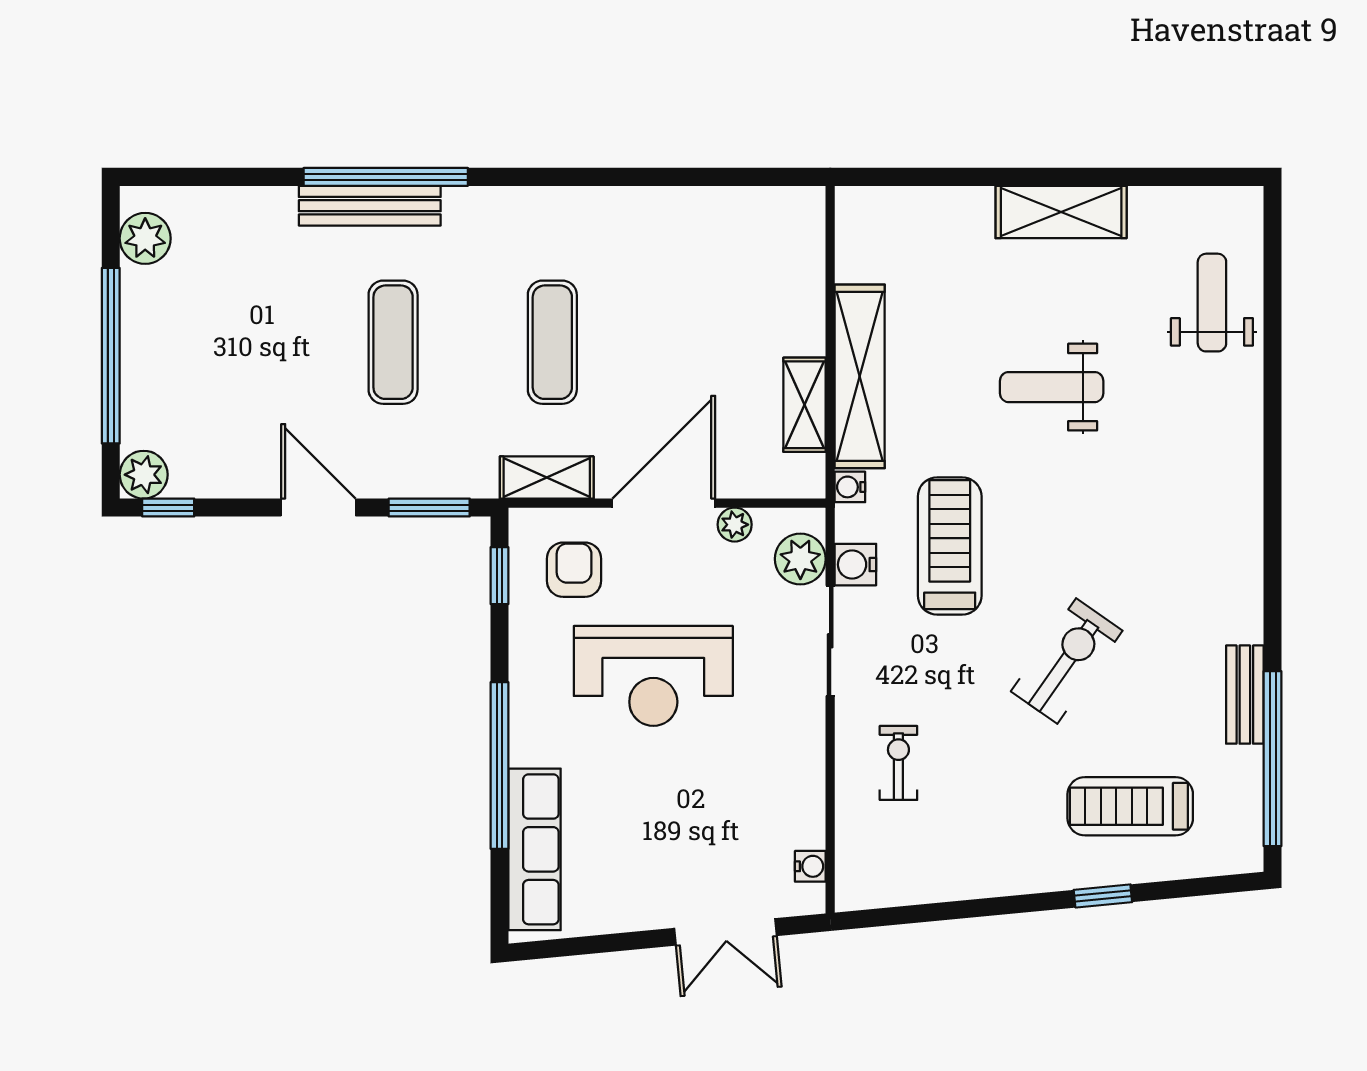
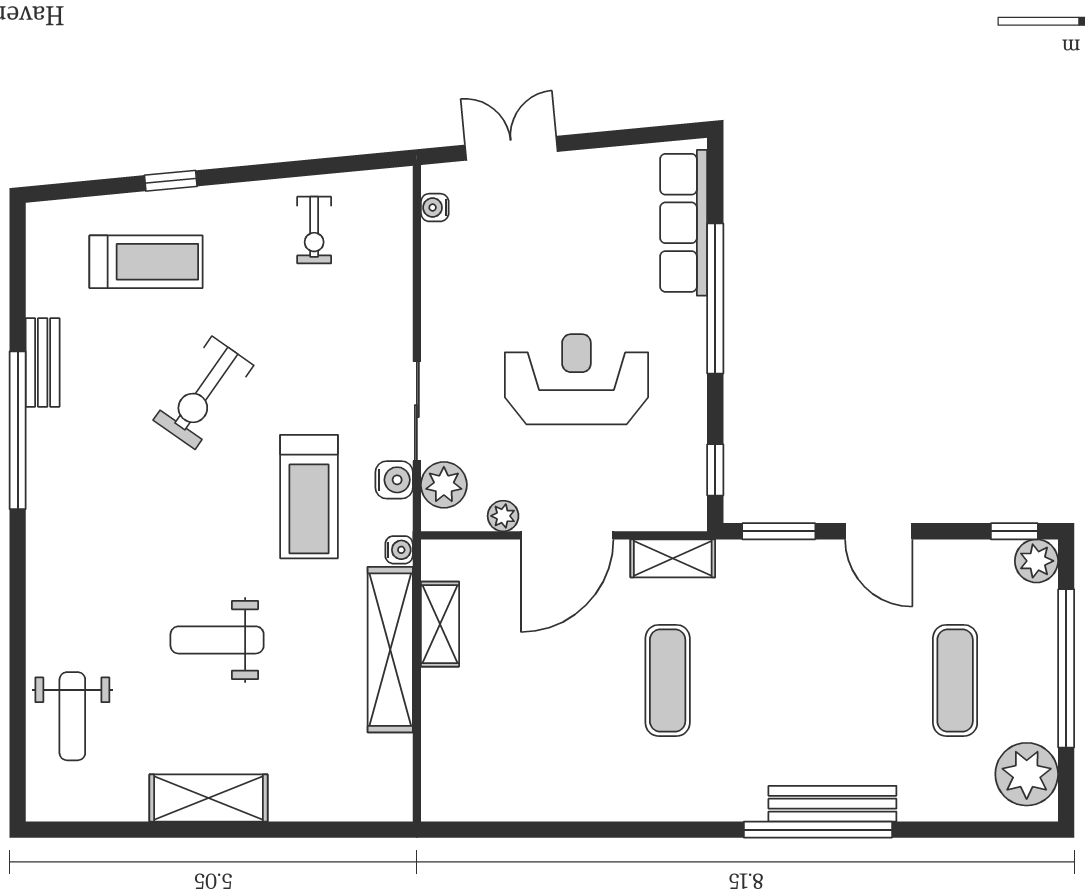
plant: (145, 238) -> (1027, 774), width x1.36, depth x1.36
exercise mat: (393, 342) -> (955, 680), moved
weight bench: (1052, 387) -> (217, 640), turned 180
armchair: (574, 570) -> (648, 475), removed
window: (1273, 759) -> (18, 430), moved
exercise bike: (898, 763) -> (314, 230), moved

